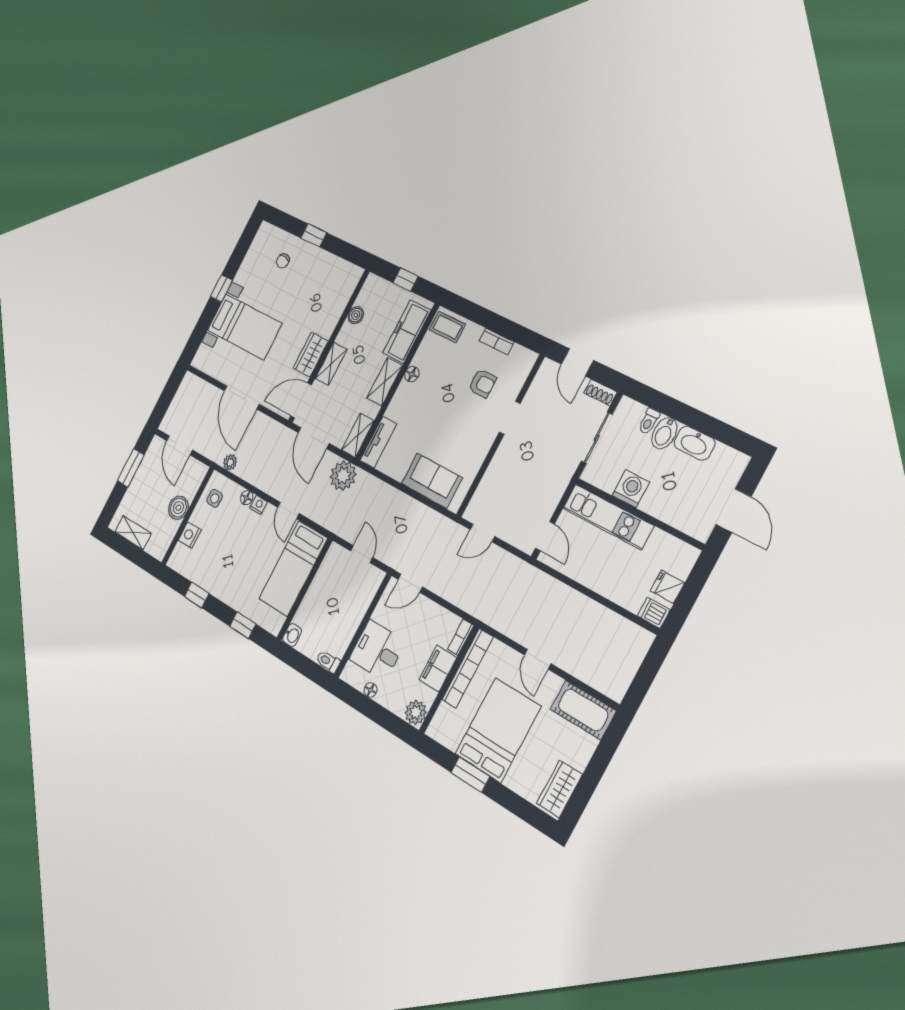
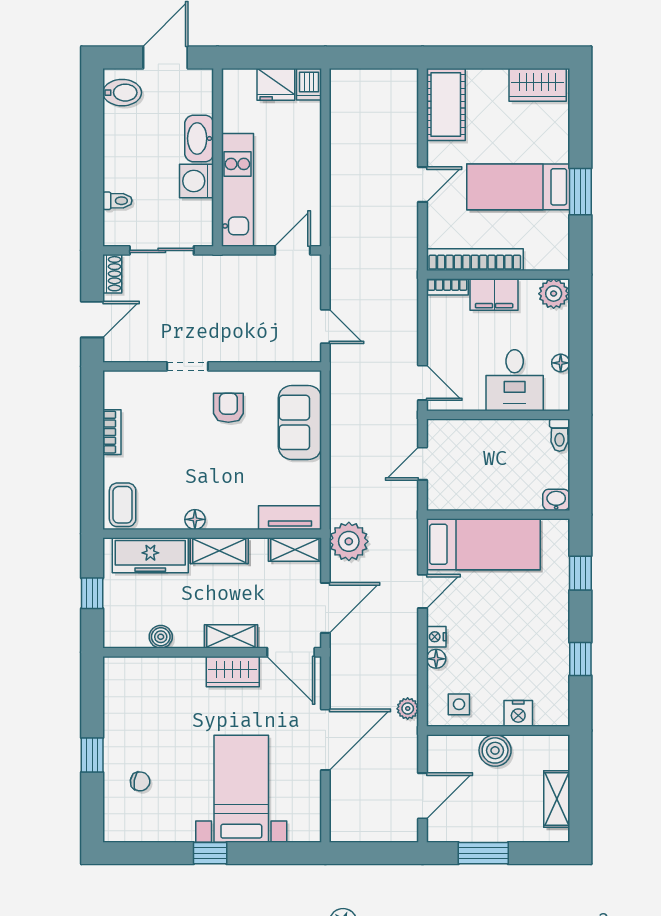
armchair: (483, 383) -> (228, 408), moved
bidet: (664, 433) -> (122, 93), moved
washbasin: (694, 443) -> (199, 138), moved, turned 180
fridge: (667, 587) -> (276, 84), width x1.38
bed: (498, 730) -> (518, 187), width x0.67

